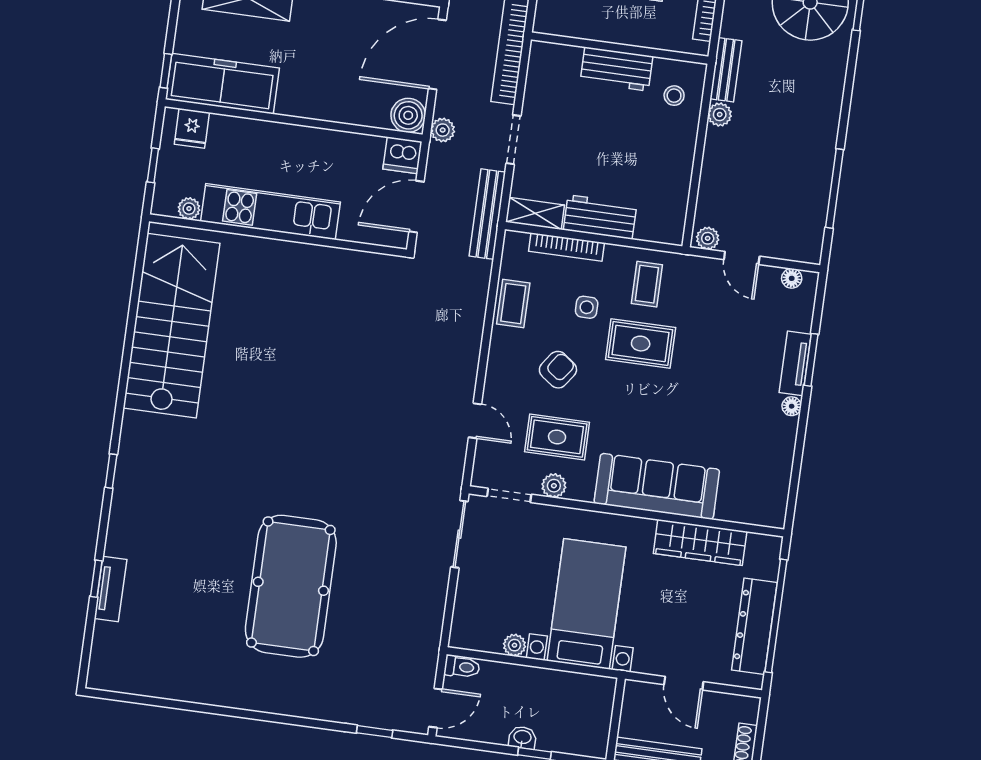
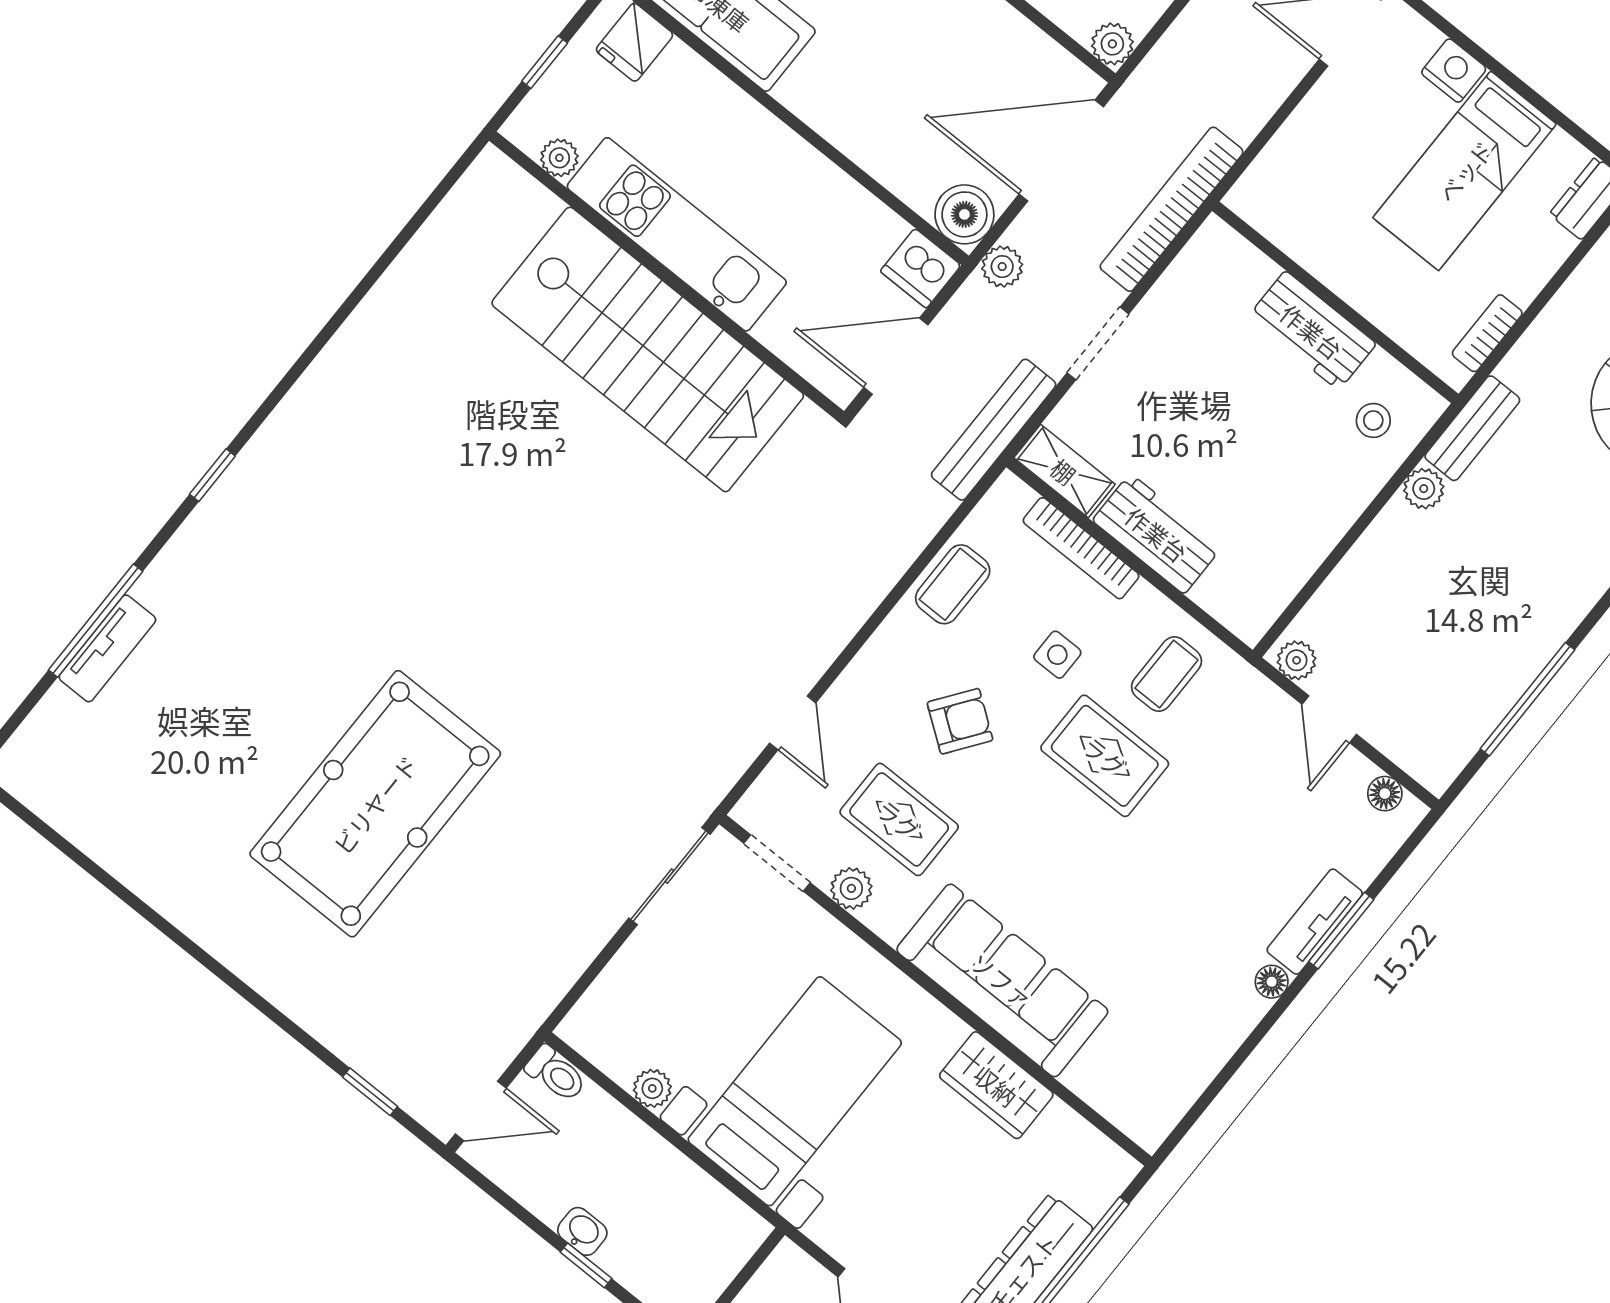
stairs: (172, 326) -> (648, 349), moved, turned 90
wardrobe: (700, 542) -> (996, 1085), width x0.67
window: (96, 579) -> (96, 621), width x2.17

